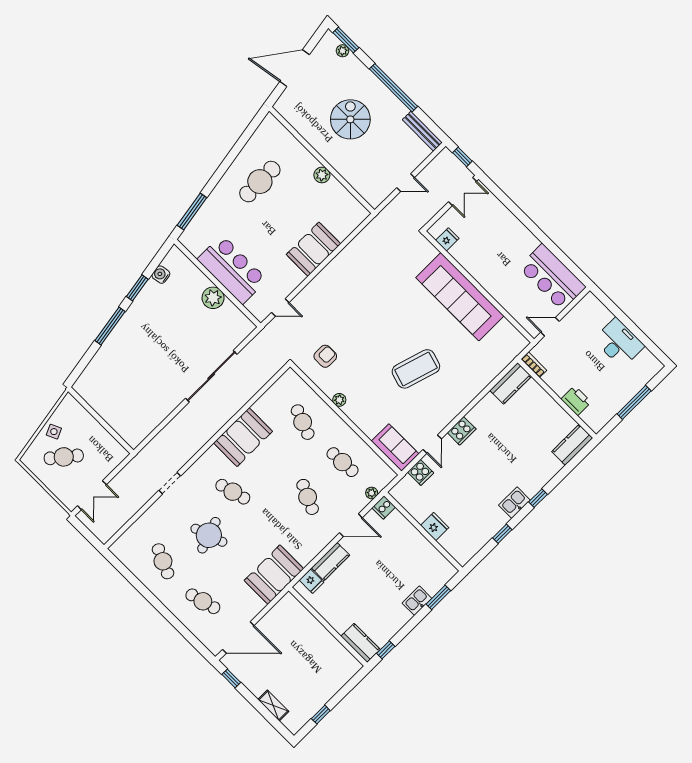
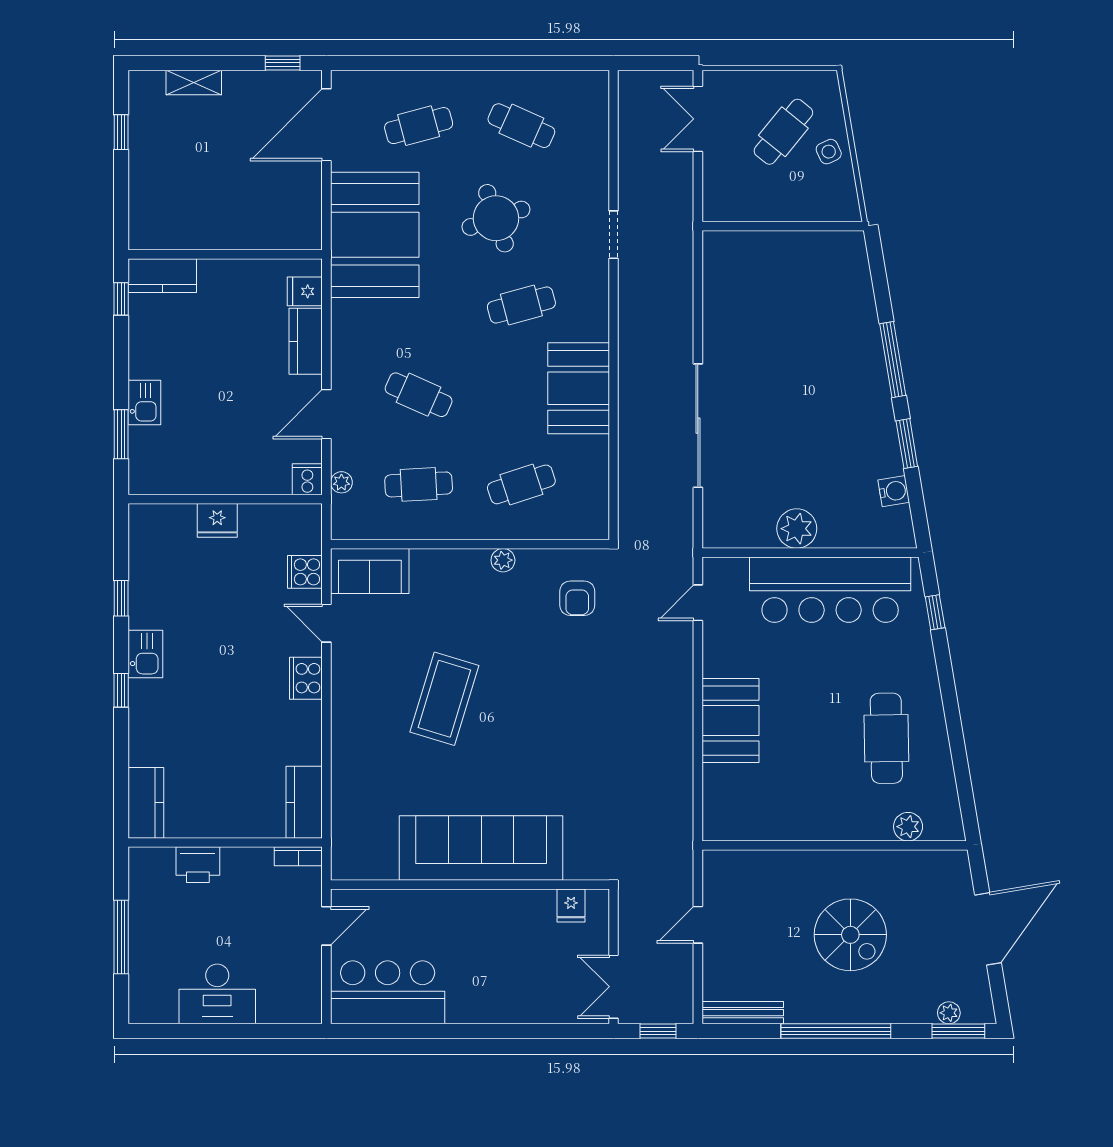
plant: (322, 175) -> (908, 827), moved
window: (192, 212) -> (935, 612), width x0.46
bar counter: (232, 269) -> (830, 590), width x1.36
cafe table: (303, 422) -> (521, 484), turned -39
booth: (274, 575) -> (375, 235), width x1.36, depth x1.42

